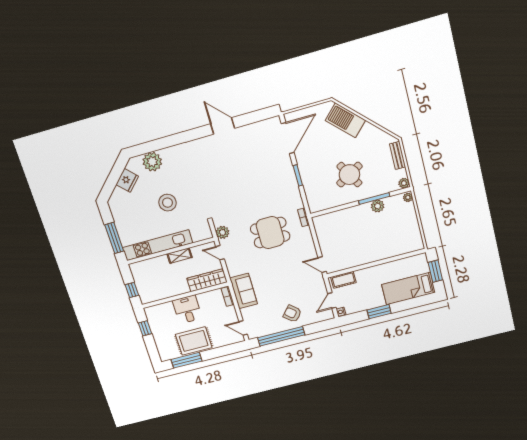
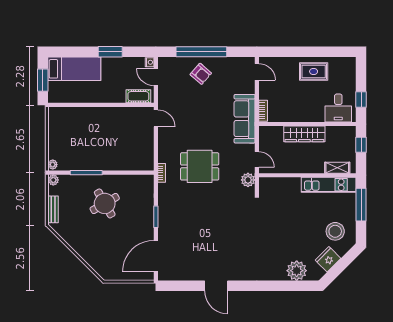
barbecue: (345, 120) -> (95, 258), removed
stool: (167, 203) -> (335, 231), moved
plant: (378, 206) -> (85, 164), removed
kitchen unit: (158, 245) -> (329, 185), width x0.73
shelving: (180, 256) -> (337, 168), moved
wardrobe: (207, 280) -> (304, 134), moved
sofa: (244, 291) -> (245, 119), width x1.36
door: (332, 301) -> (156, 77), swing flipped
desk: (187, 309) -> (338, 108), moved
window: (281, 336) -> (201, 52), moved
rug: (194, 341) -> (314, 71), width x0.73, depth x0.70
window: (187, 360) -> (328, 52), removed

